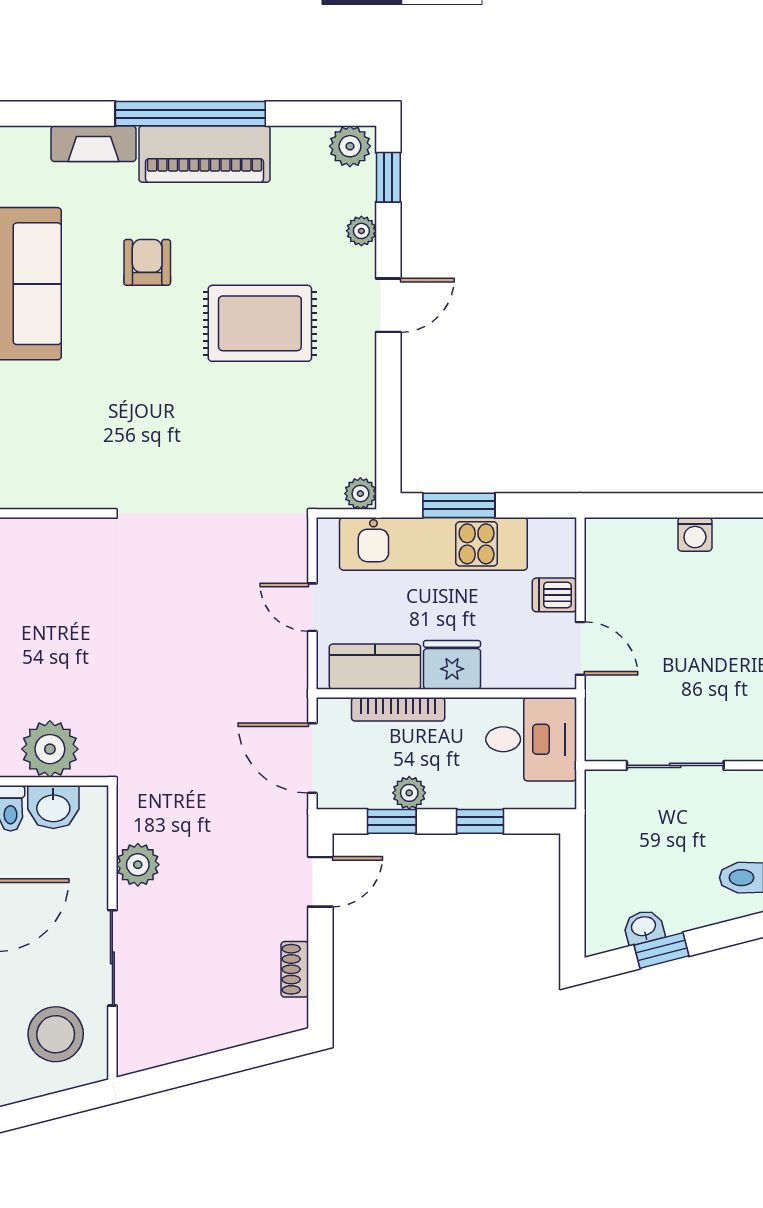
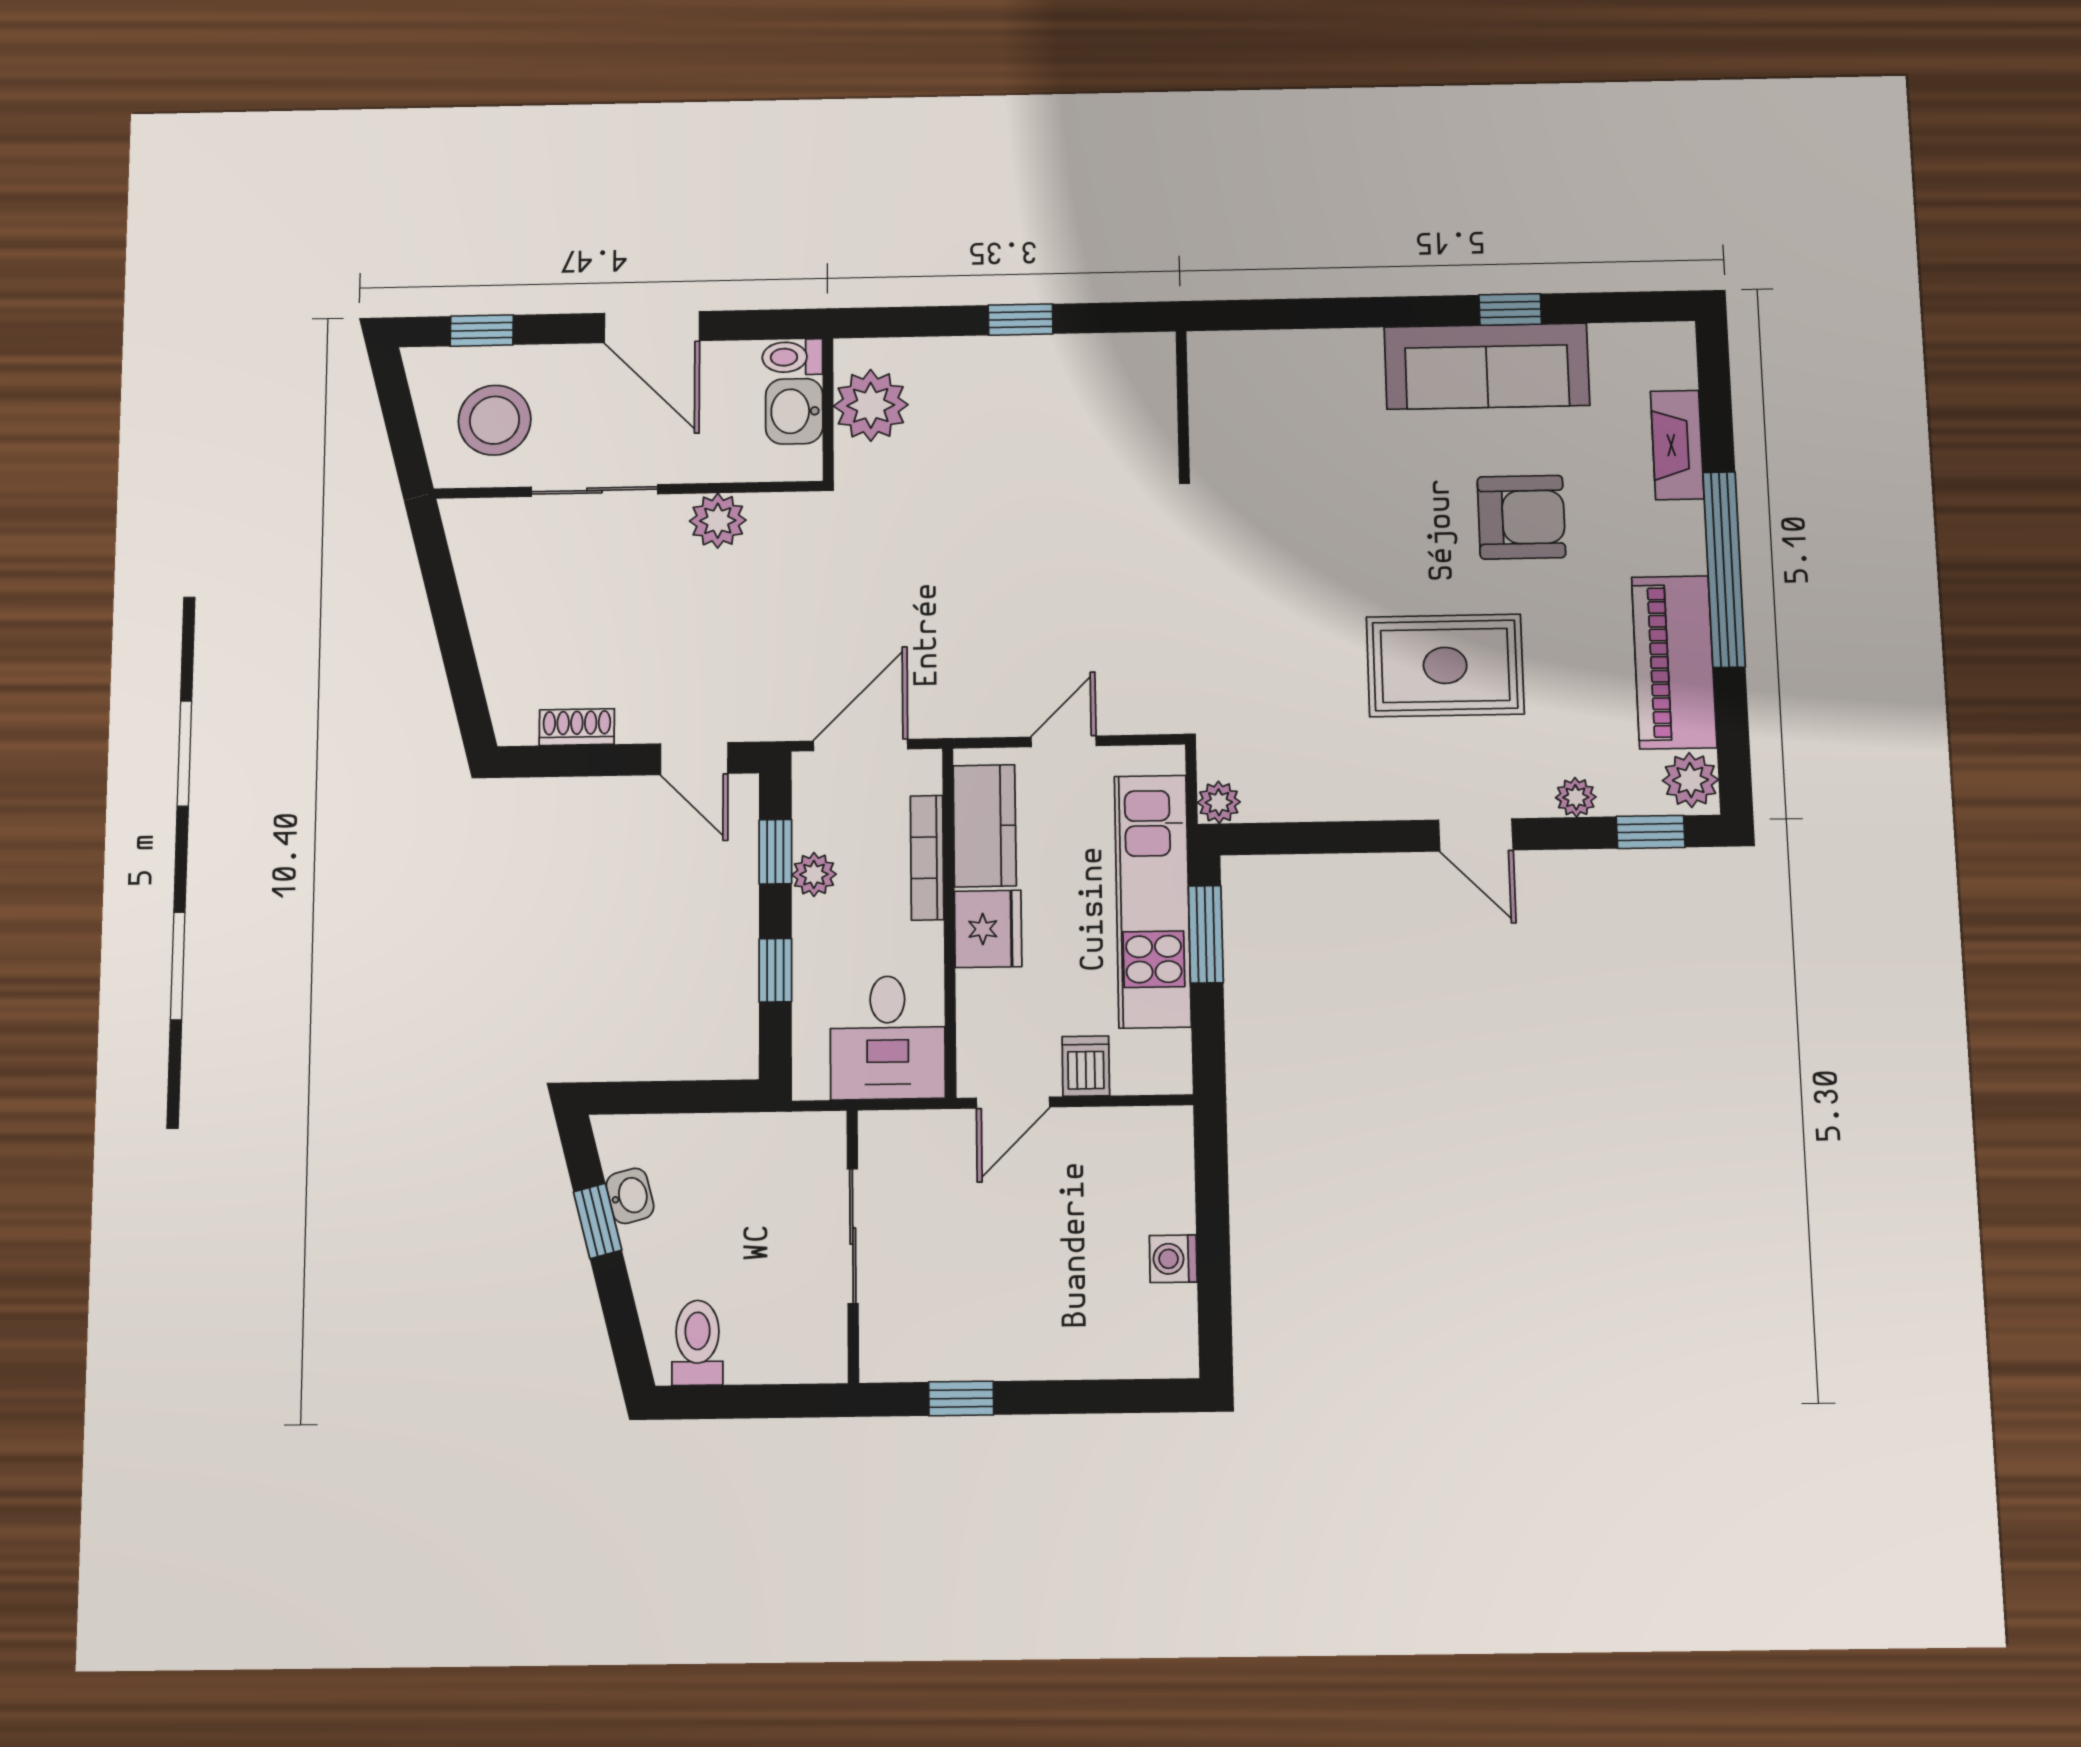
piano: (204, 154) -> (1674, 662), moved
armchair: (147, 262) -> (1521, 517), width x1.38, depth x1.38
rug: (260, 323) -> (1445, 665), turned 90

